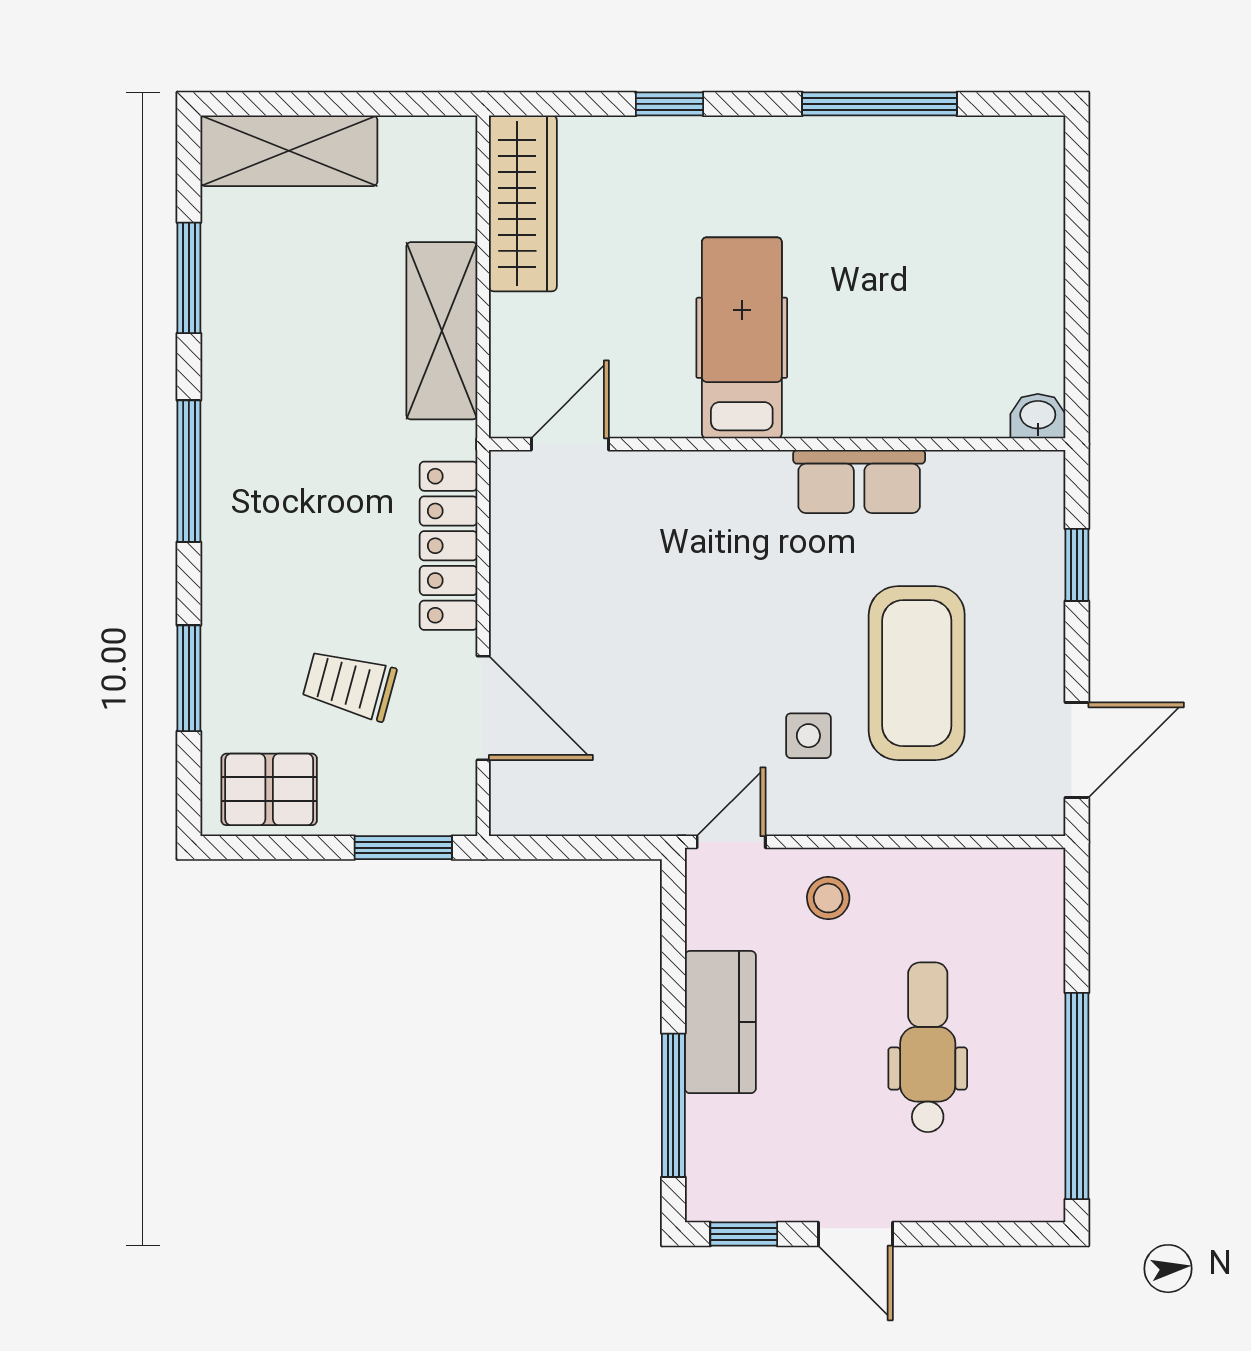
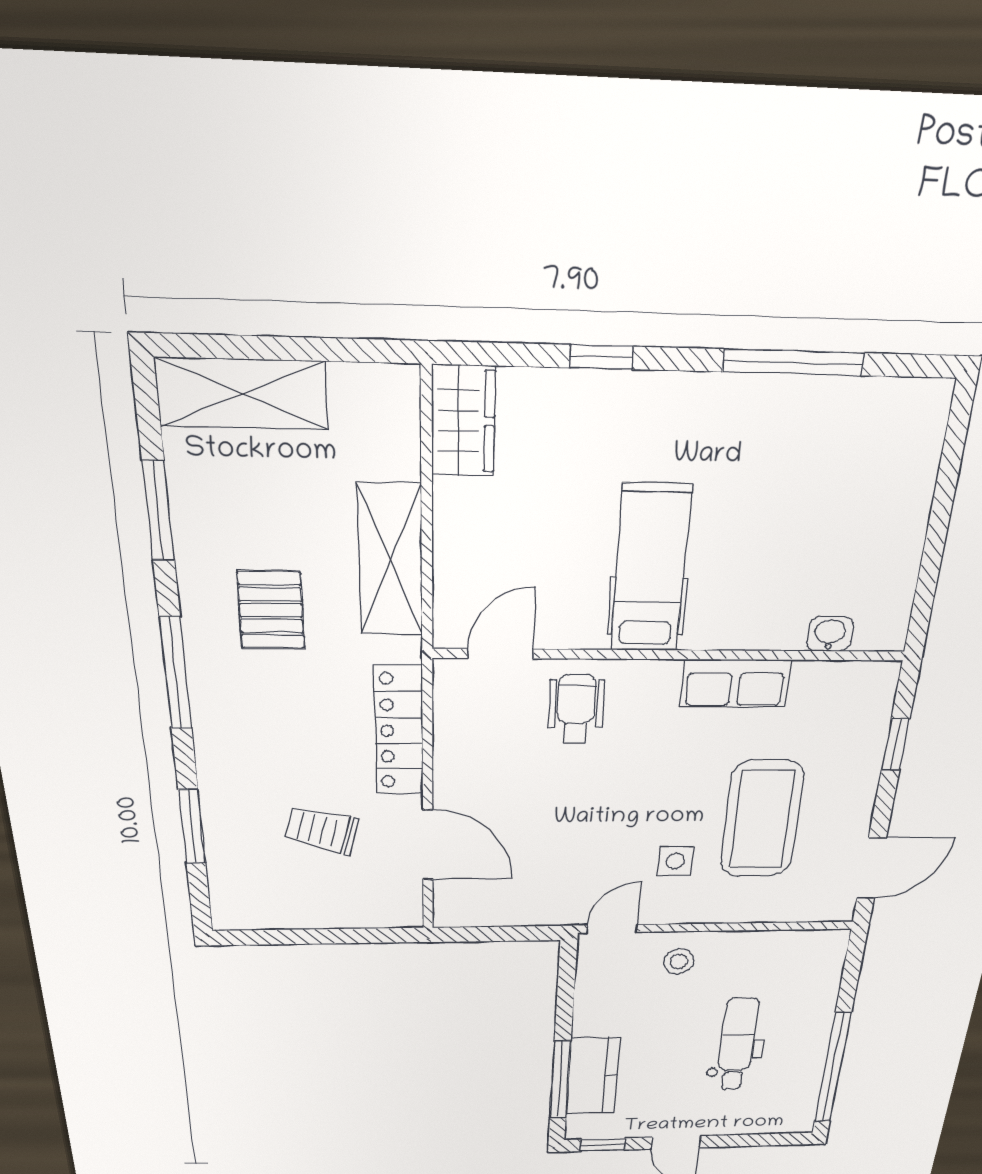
wardrobe: (523, 203) -> (463, 421), width x0.67
washbasin: (1038, 416) -> (830, 634), moved
wheelchair: (665, 516) -> (576, 709), added
pallet: (269, 789) -> (271, 610), moved, turned 90
window: (403, 848) -> (368, 936), removed
kitchen counter: (720, 1022) -> (593, 1076), moved

